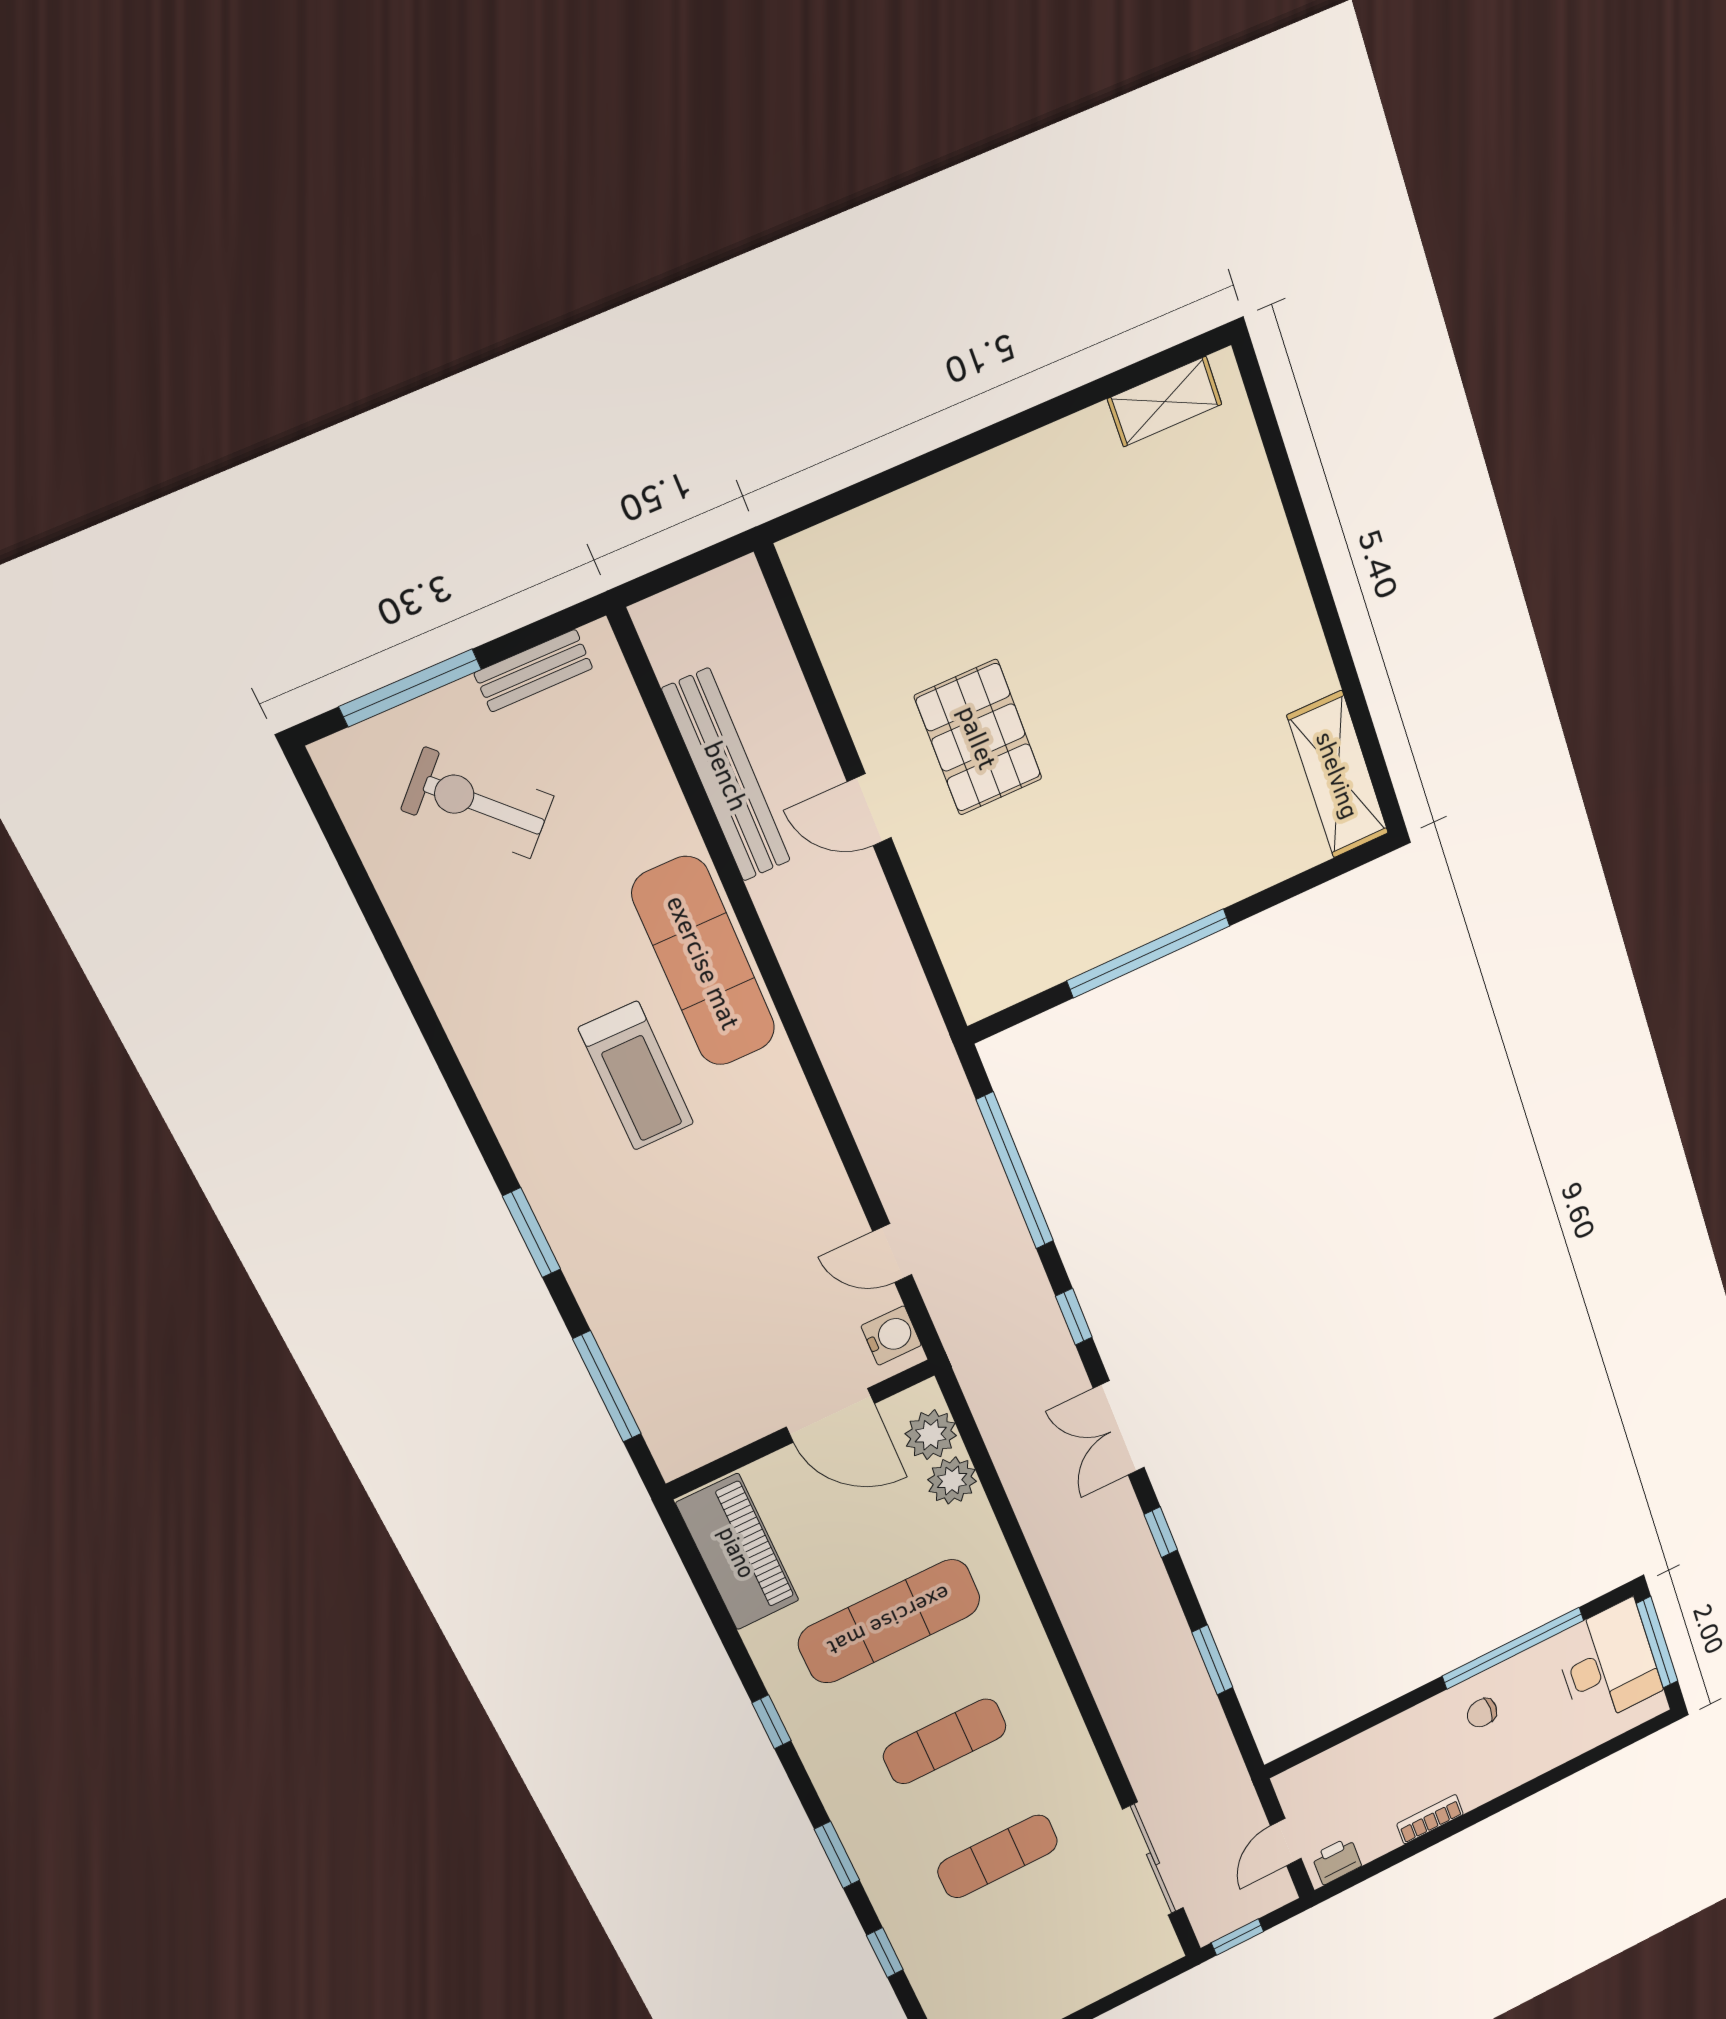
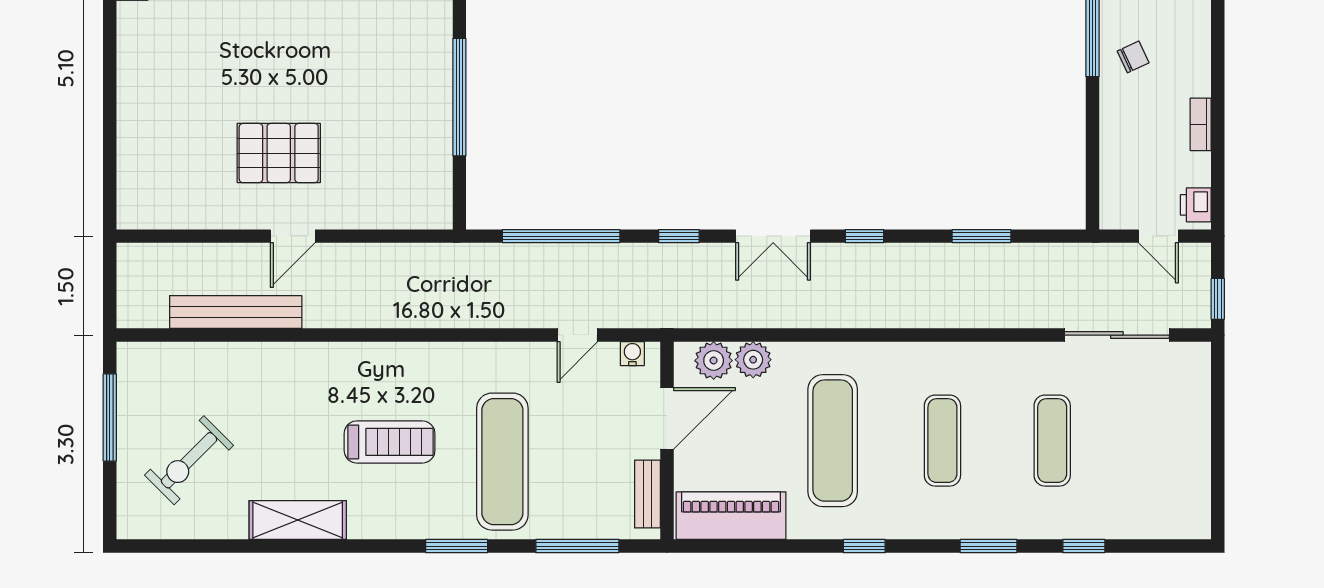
bench: (533, 671) -> (648, 494), moved
window: (410, 688) -> (110, 418), moved
exercise mat: (704, 962) -> (502, 462), moved, turned 90
shelving: (464, 1000) -> (298, 520), added
water cooler: (891, 1336) -> (632, 354), width x0.72, depth x0.72
chair: (1482, 1713) -> (1133, 57), turned -115

